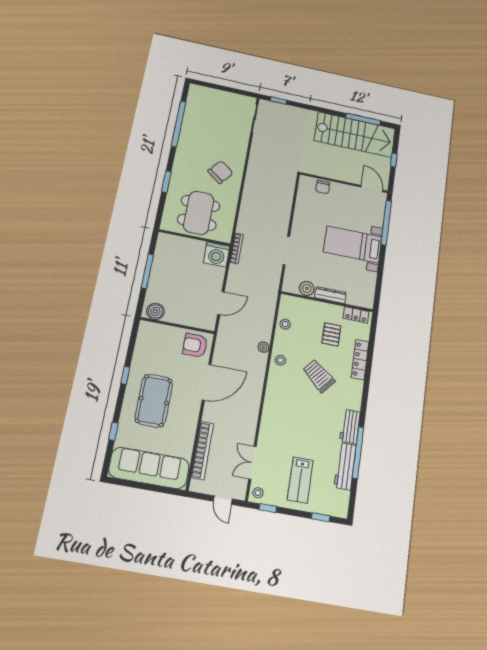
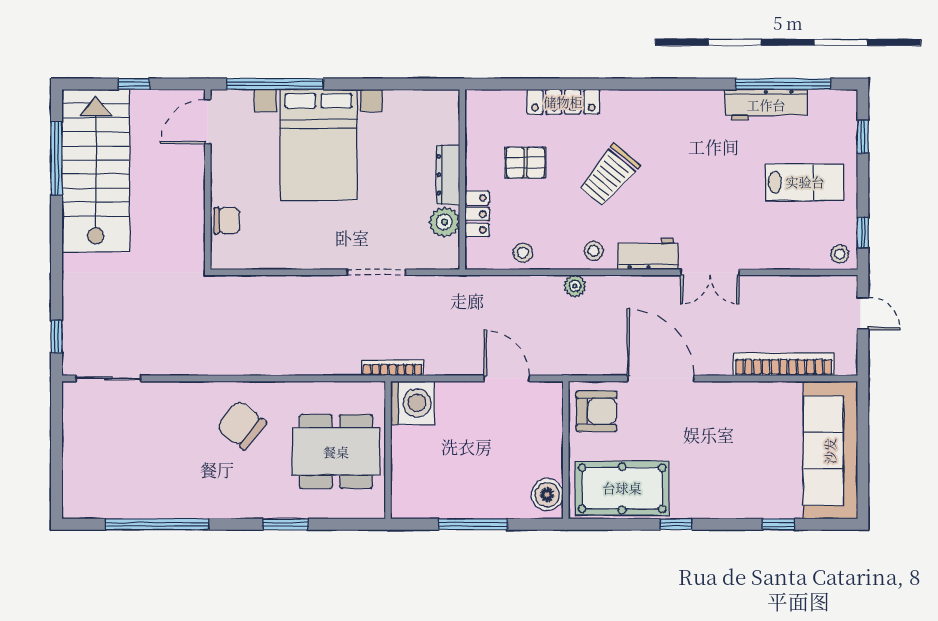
bed with nightstands: (353, 244) -> (318, 145), width x1.36
locker: (356, 315) -> (477, 214), moved
armchair: (195, 345) -> (596, 411), turned -90
pool table: (154, 401) -> (622, 488), moved
workbench: (350, 427) -> (648, 254), moved, turned 180
window: (358, 452) -> (783, 84), moved
double door: (252, 463) -> (710, 272), moved
door: (223, 500) -> (863, 313), hinge flipped

